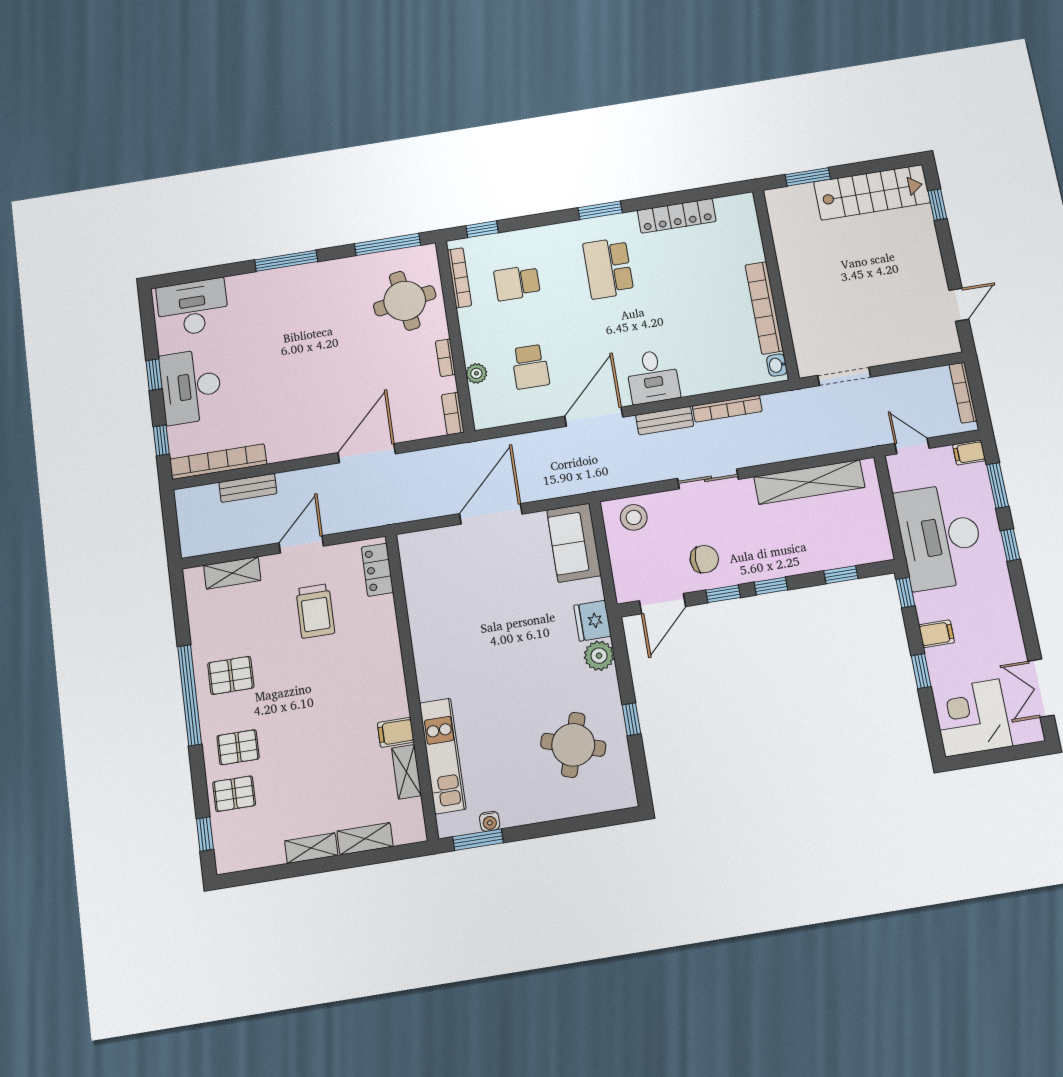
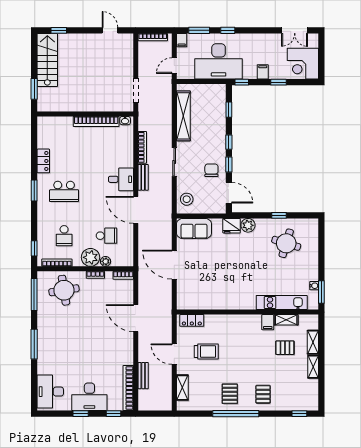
locker: (677, 216) -> (43, 161), width x0.66
plant: (480, 342) -> (90, 257), added
pallet: (234, 794) -> (285, 348), moved, turned 90

